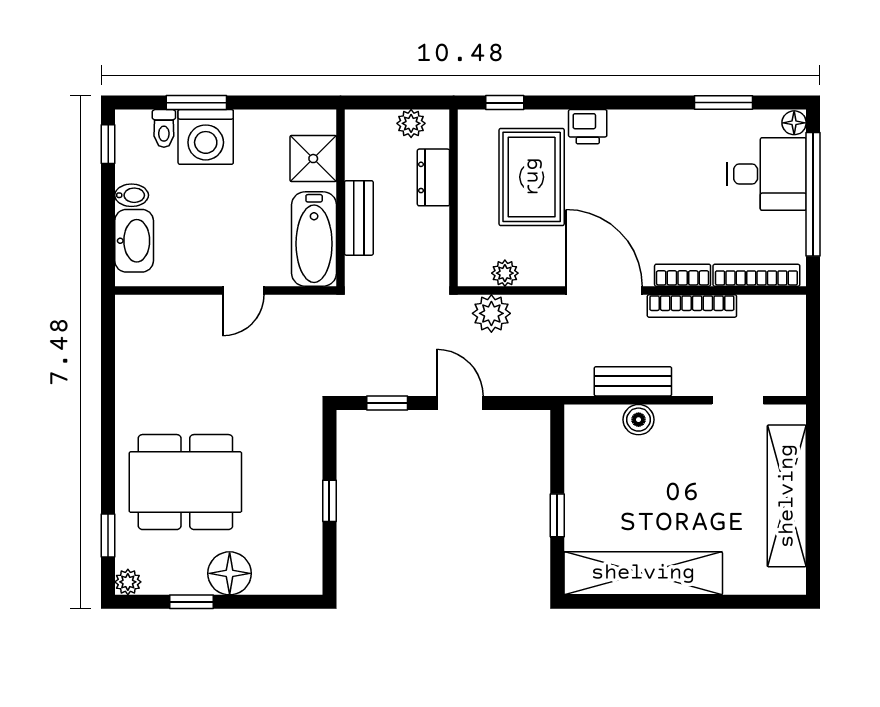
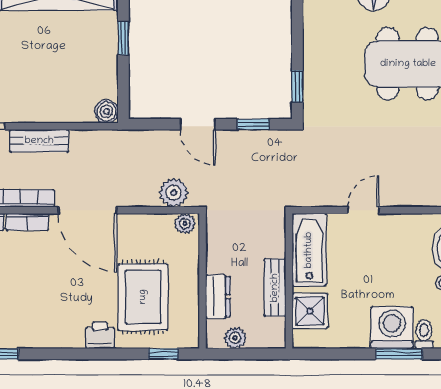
bench: (359, 218) -> (275, 288), moved
plant: (505, 273) -> (185, 223), moved
bench: (633, 381) -> (39, 141), moved
boiler: (639, 420) -> (106, 111), moved
window: (329, 501) -> (297, 86), moved

